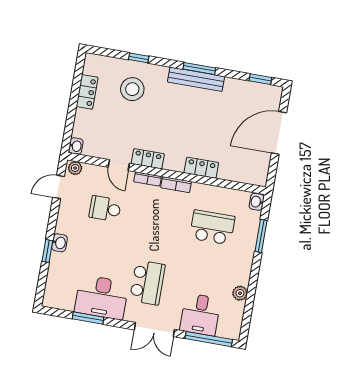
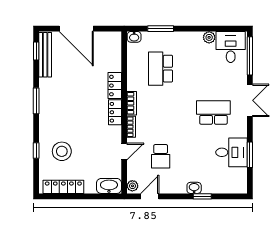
bench: (196, 79) -> (45, 55), moved
locker: (87, 92) -> (63, 187), width x1.53
washbasin: (76, 146) -> (109, 186), width x1.91, depth x1.45
locker: (148, 159) -> (115, 112), moved
door: (59, 187) -> (150, 196), swing flipped
desk: (101, 297) -> (231, 152), width x0.73
desk: (200, 314) -> (231, 47), moved, turned -90

